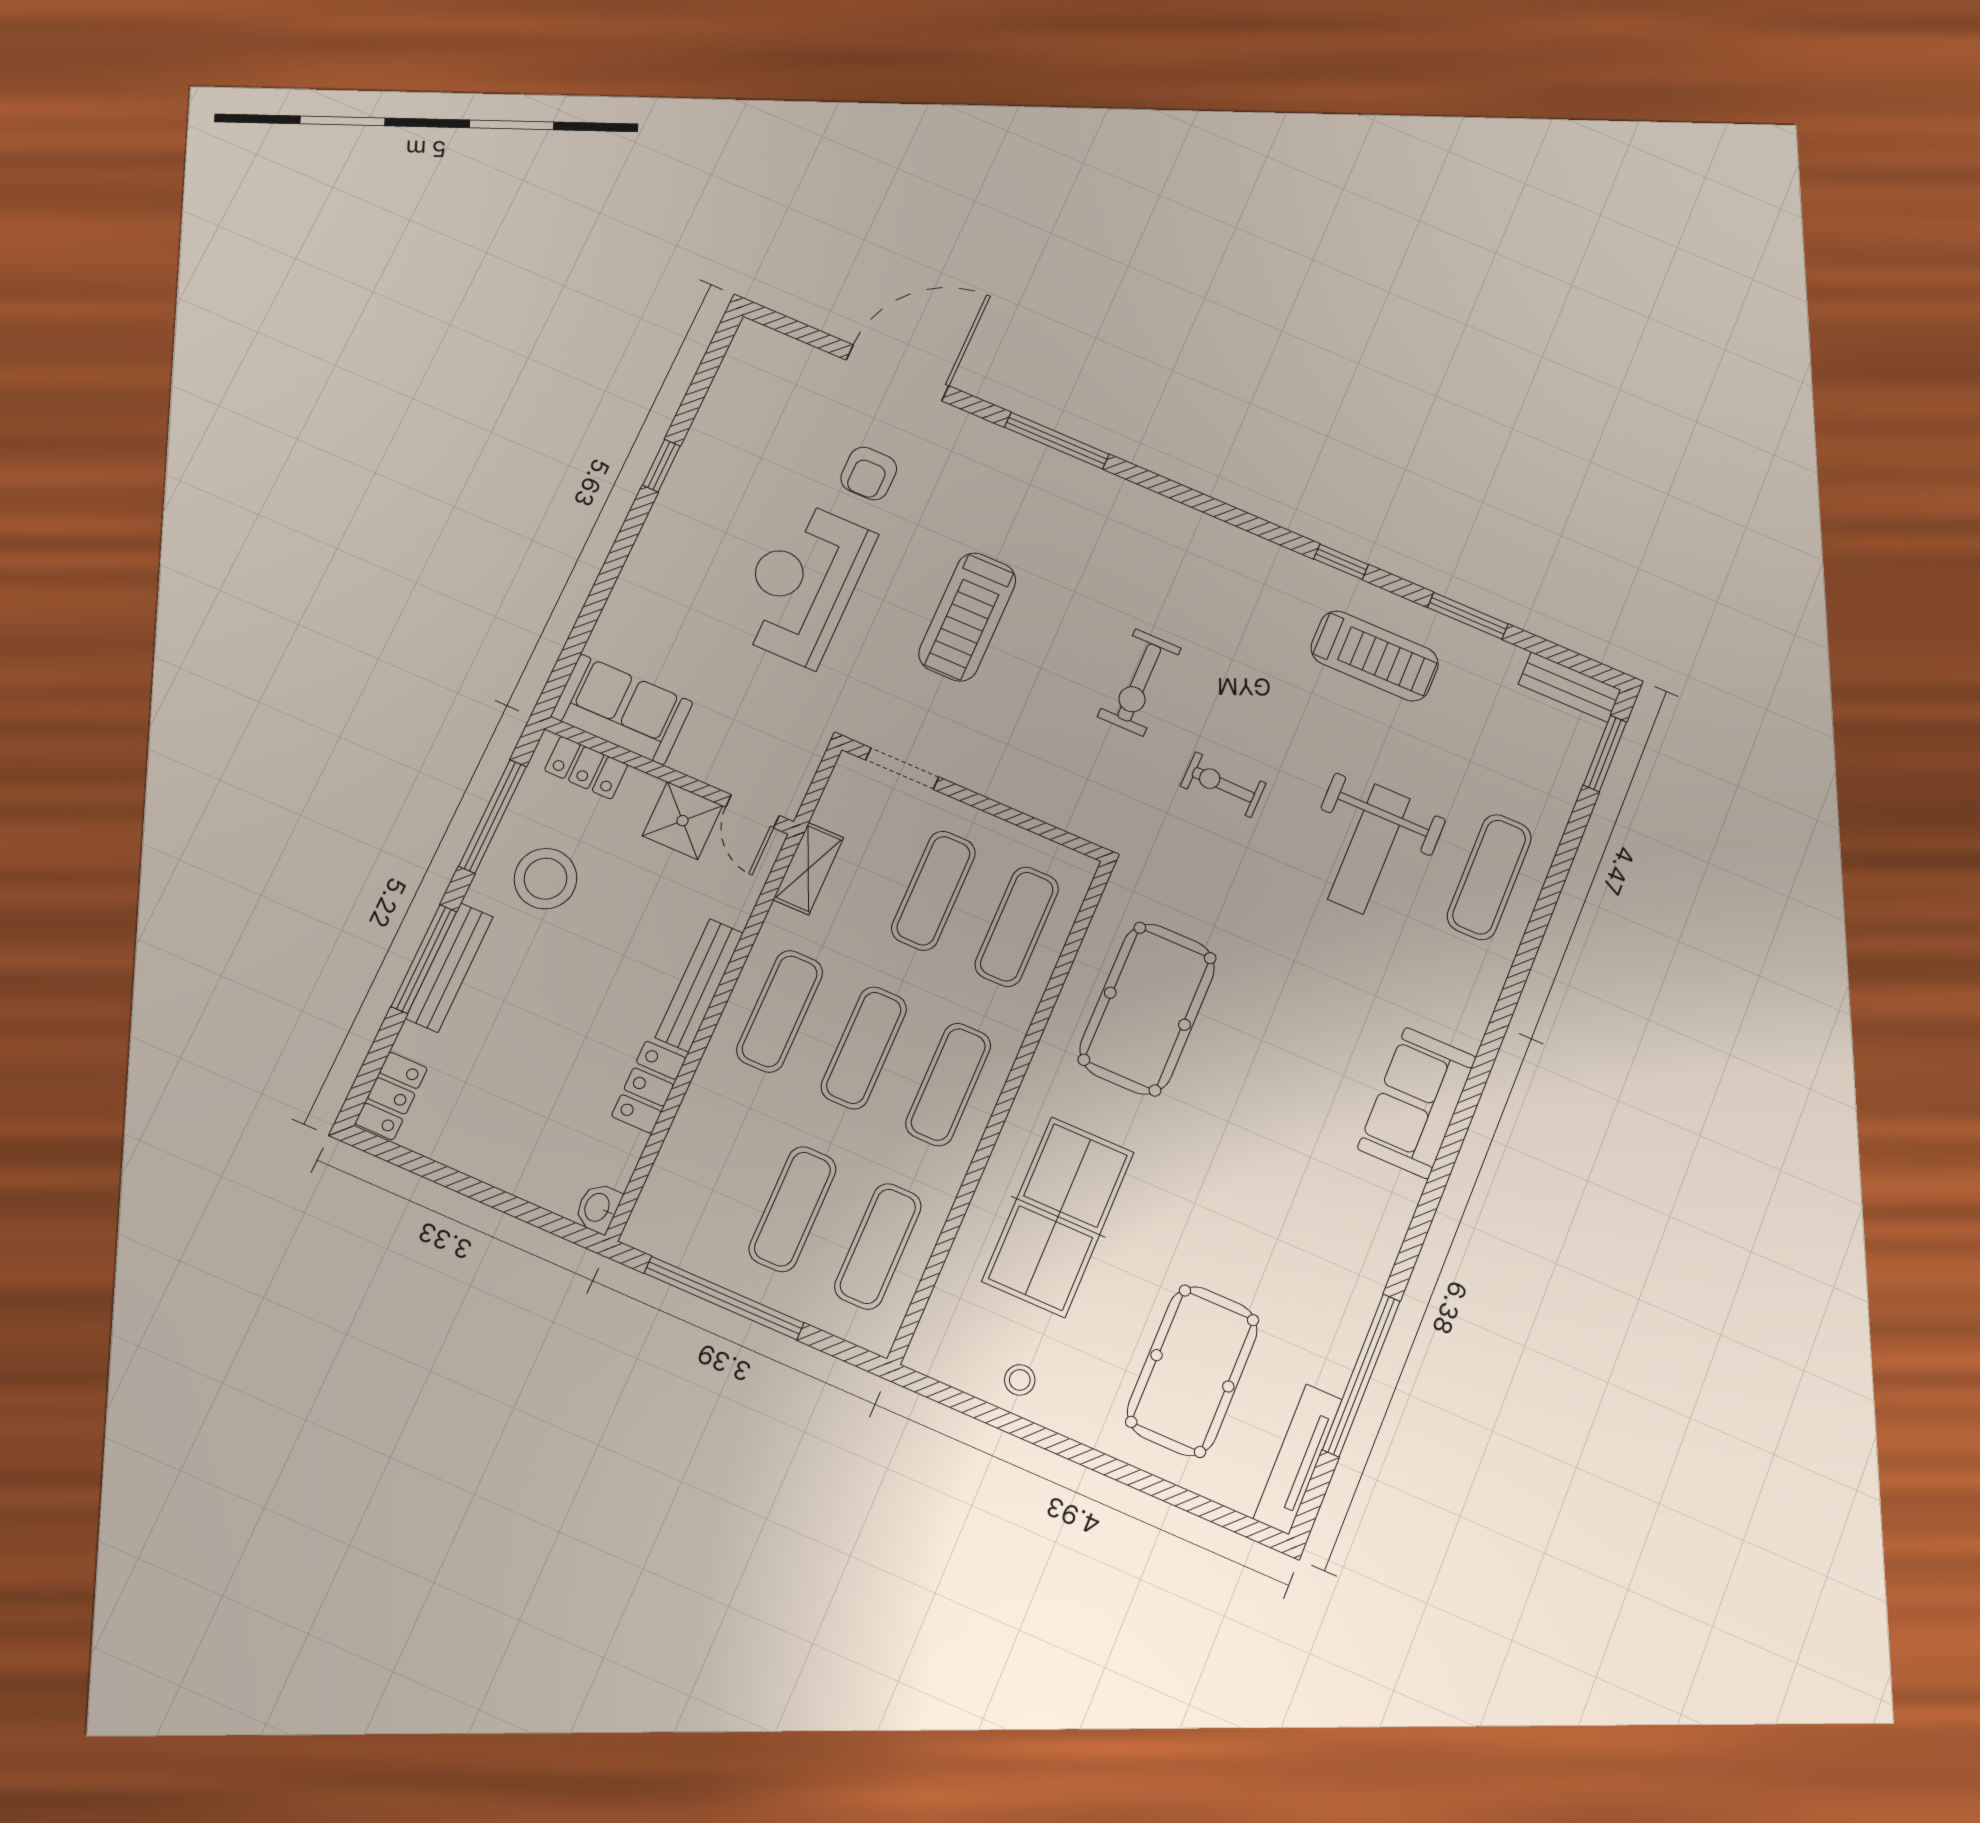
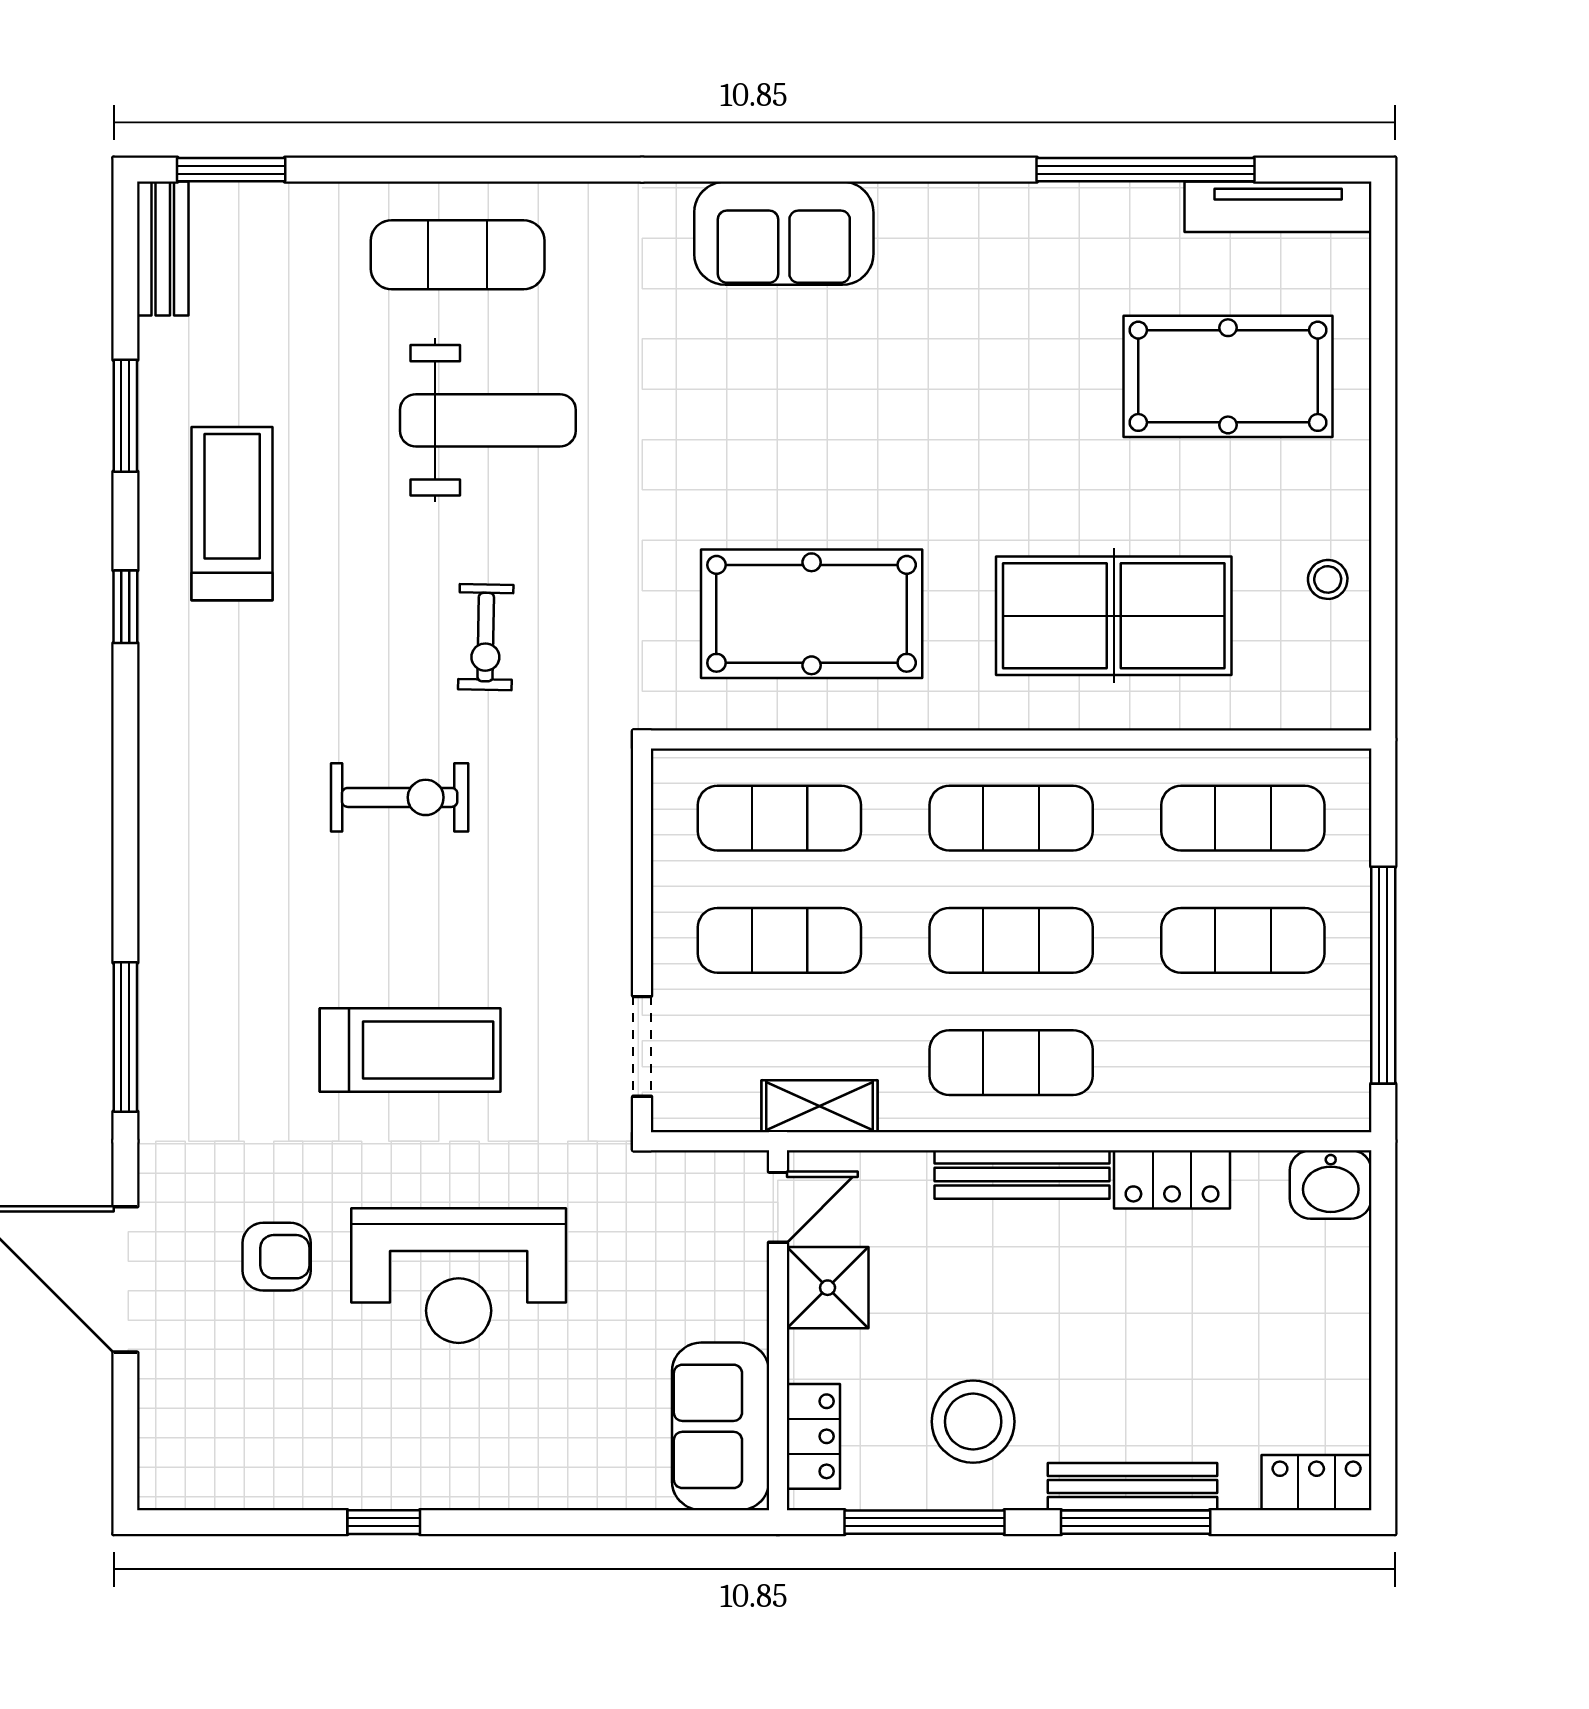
washbasin: (598, 1208) -> (1331, 1184), width x1.38, depth x1.45

